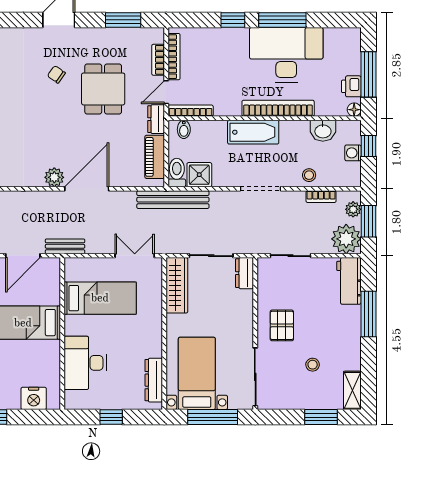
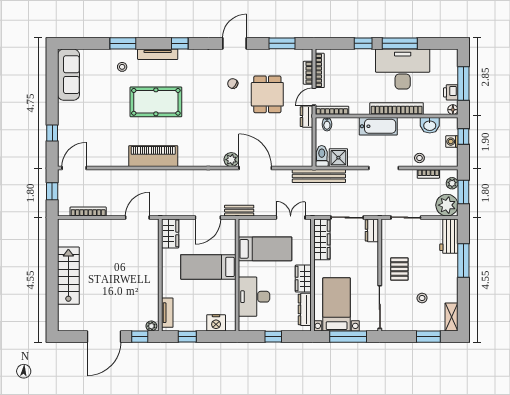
piano: (155, 157) -> (305, 144), removed
door: (87, 189) -> (255, 168), hinge flipped
wardrobe: (152, 338) -> (303, 279), added

